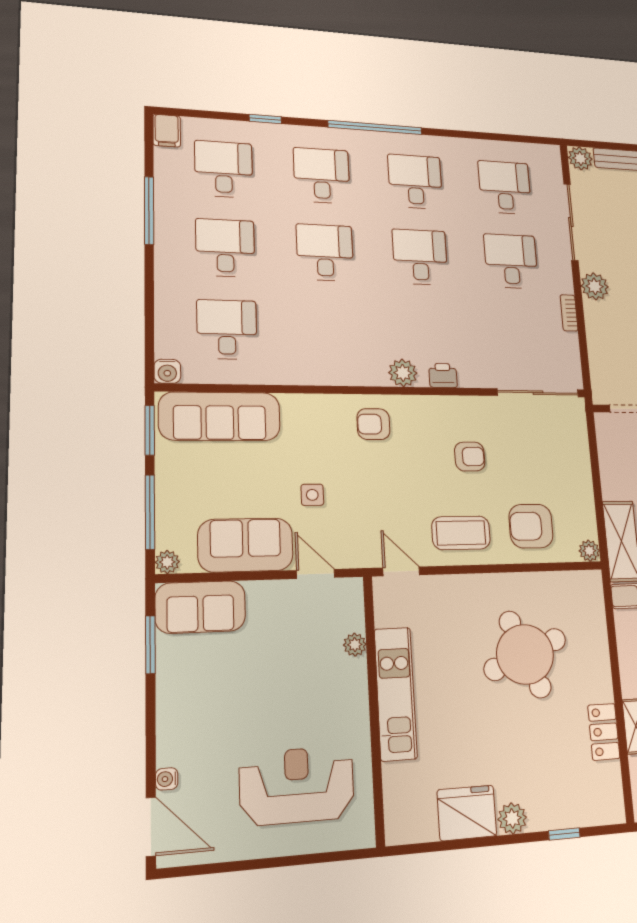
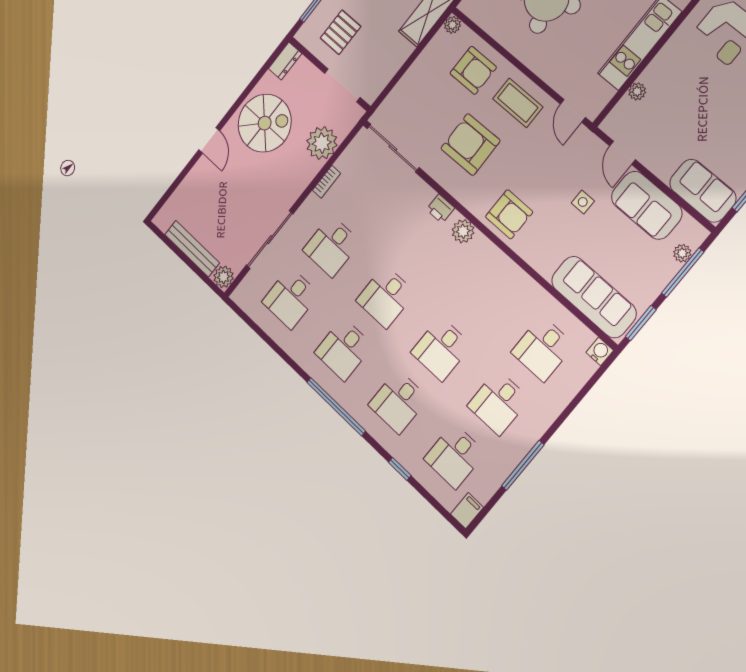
plant: (595, 286) -> (322, 143), moved, width x1.36, depth x1.36
armchair: (373, 424) -> (509, 214), width x1.38, depth x1.38
armchair: (470, 456) -> (470, 144), width x1.88, depth x1.88
plant: (167, 562) -> (682, 253), moved

